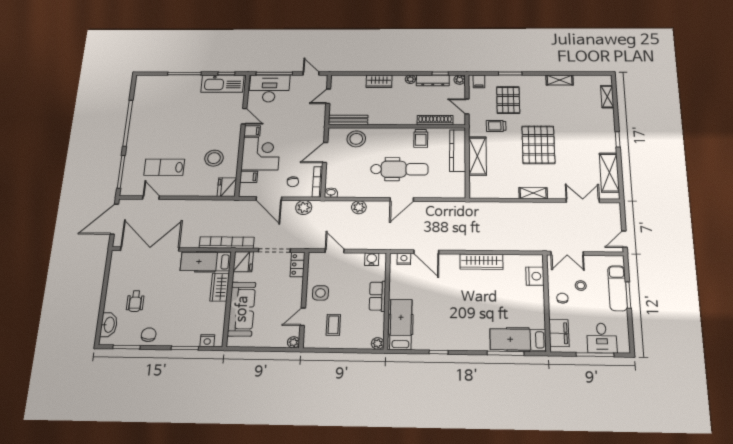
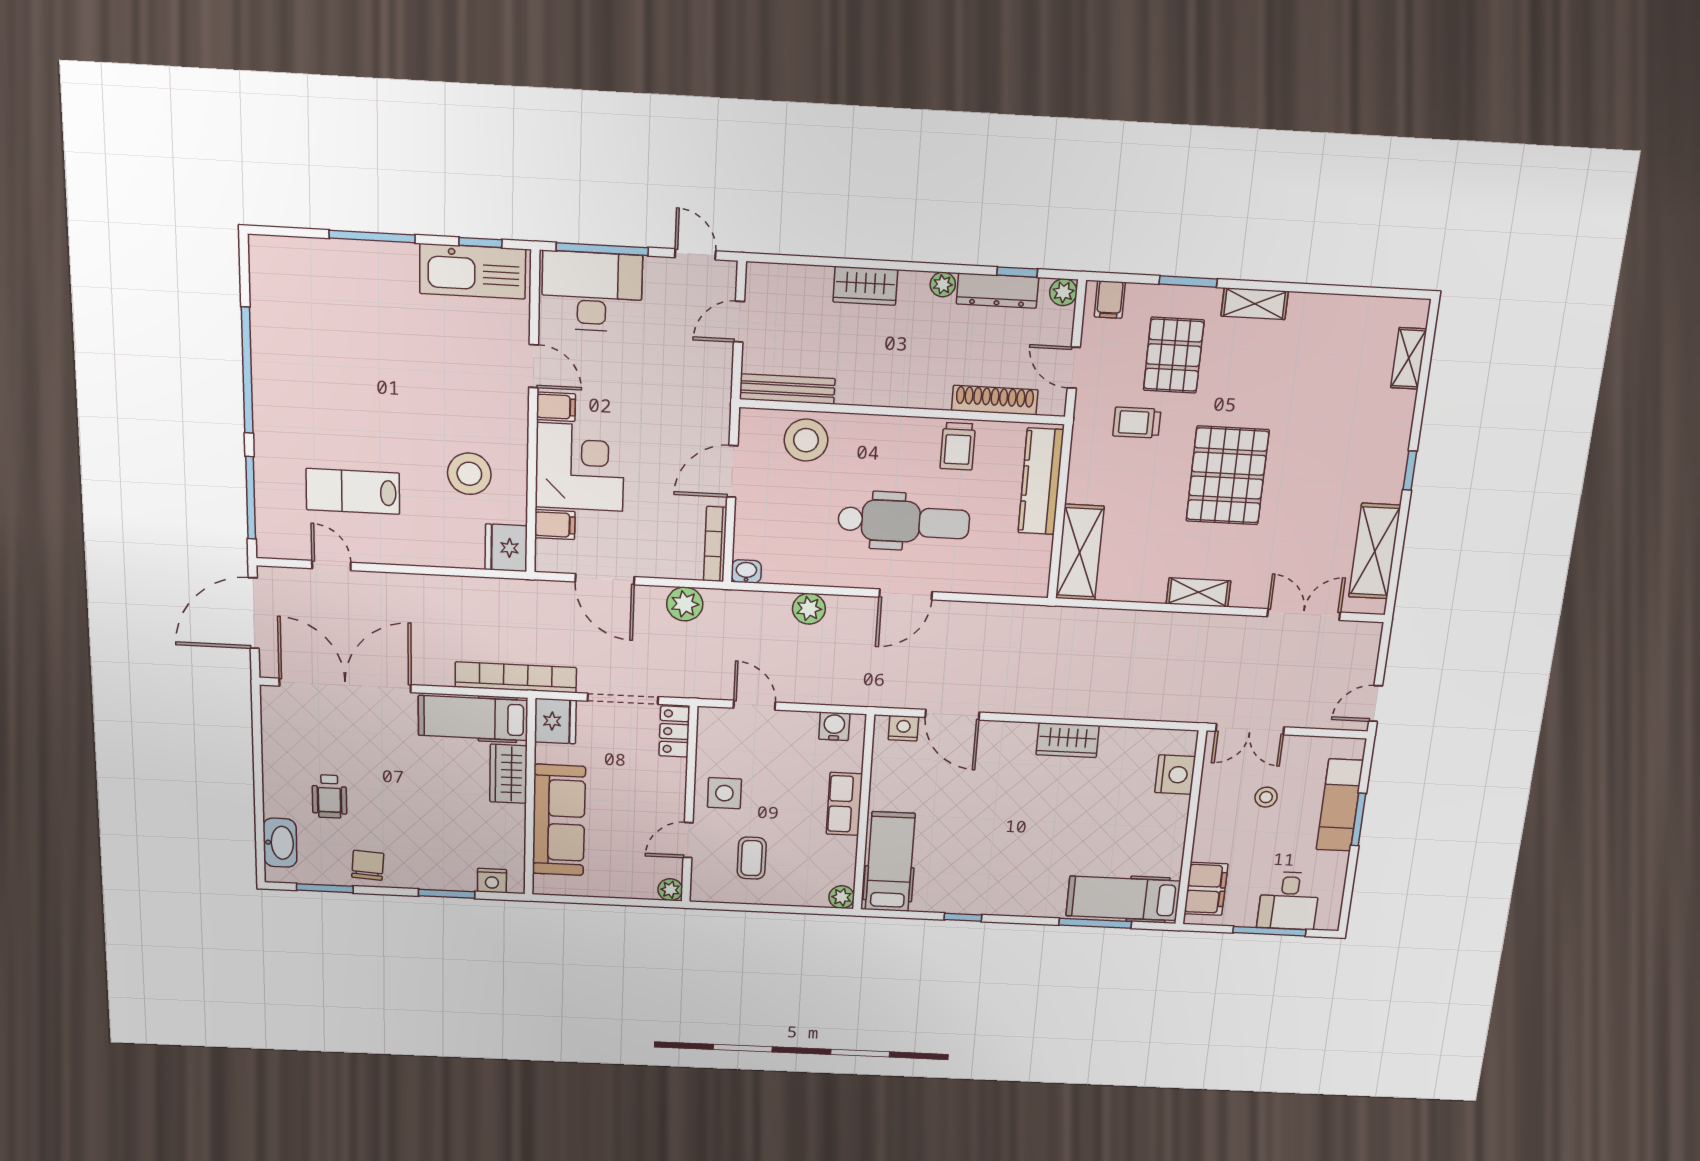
shelving: (560, 80) -> (1255, 304), moved
shelving: (477, 156) -> (1080, 552), moved
chair: (293, 182) -> (658, 541), removed
wardrobe: (481, 262) -> (1068, 740), width x0.67
chair: (562, 298) -> (1224, 821), removed

